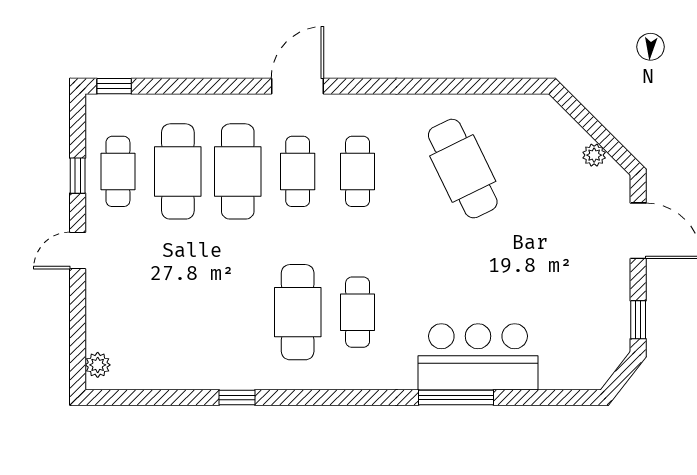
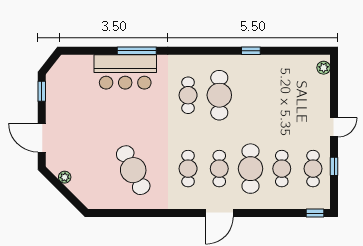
cafe table: (178, 171) -> (282, 169), width x0.73, depth x0.74

